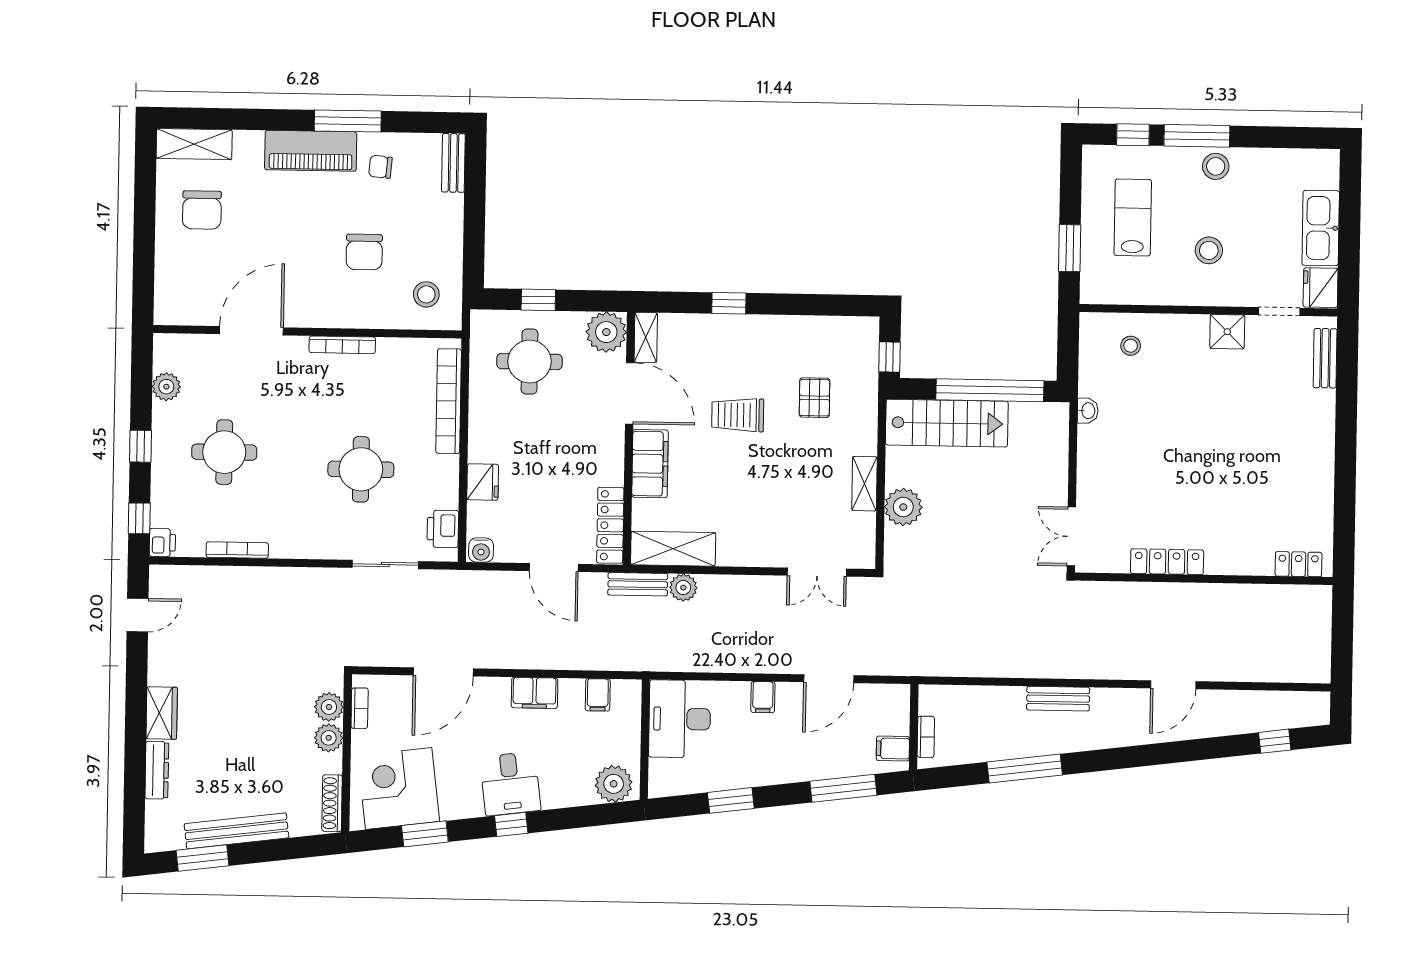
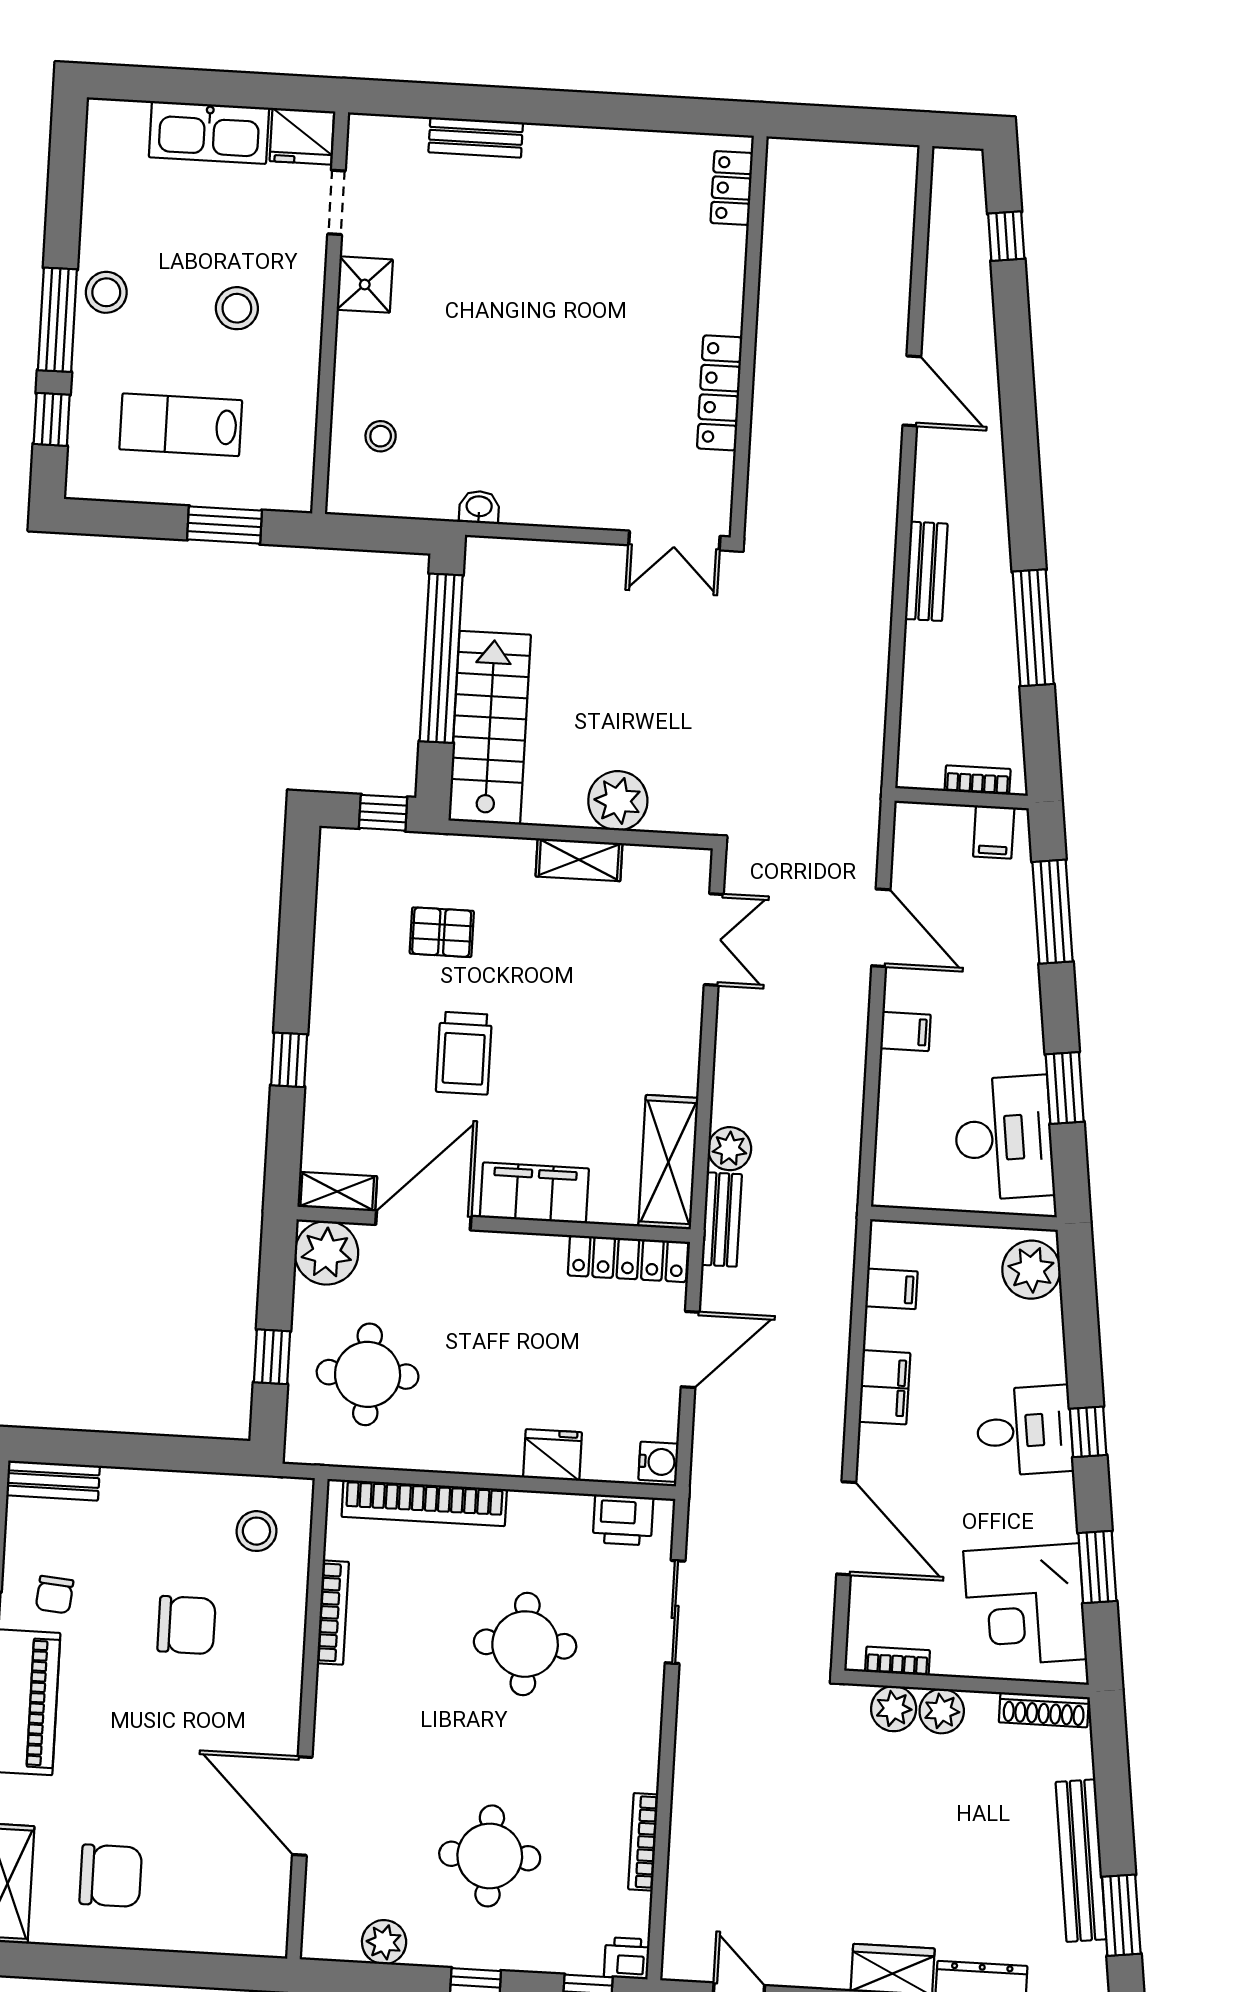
bookcase: (342, 345) -> (333, 1613), moved
bench: (1325, 358) -> (476, 137), moved
desk: (680, 719) -> (1004, 1138), moved, turned -97

